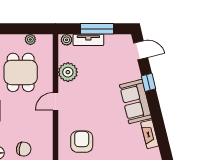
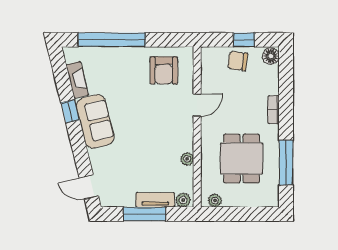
plant: (30, 39) -> (215, 200), moved
plant: (68, 72) -> (187, 159), width x0.53, depth x0.53
window: (149, 82) -> (70, 111), moved
door: (55, 101) -> (197, 105), moved

